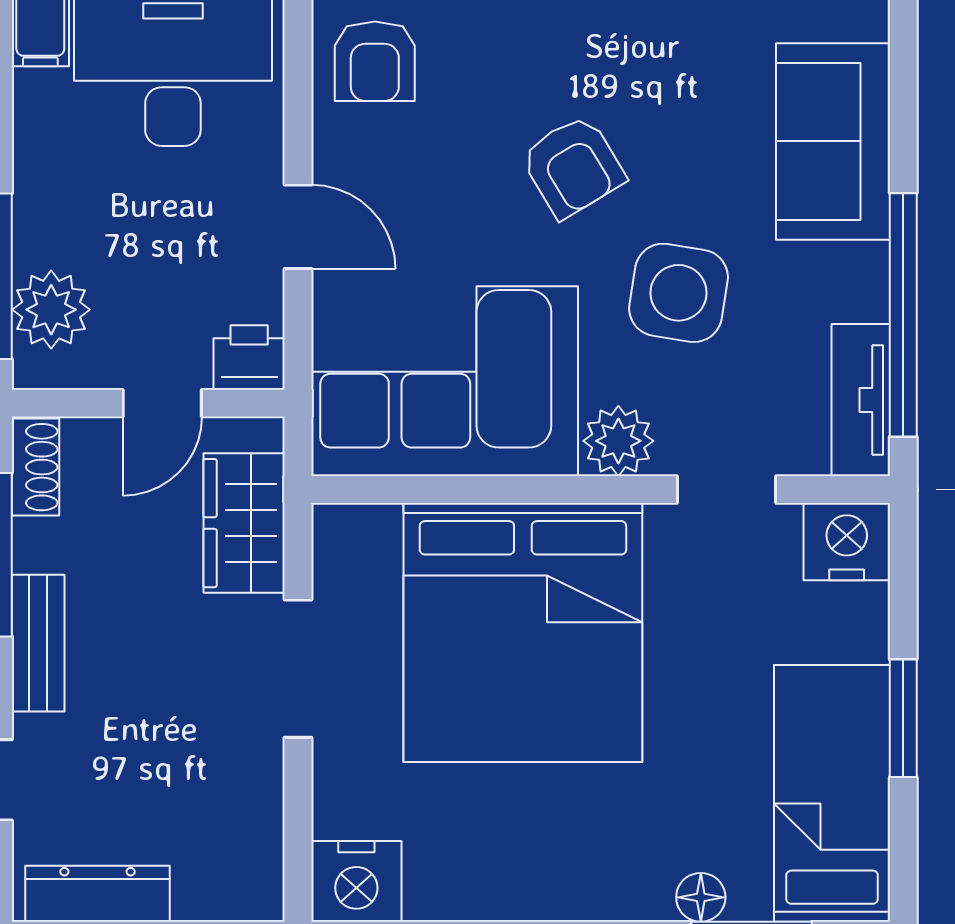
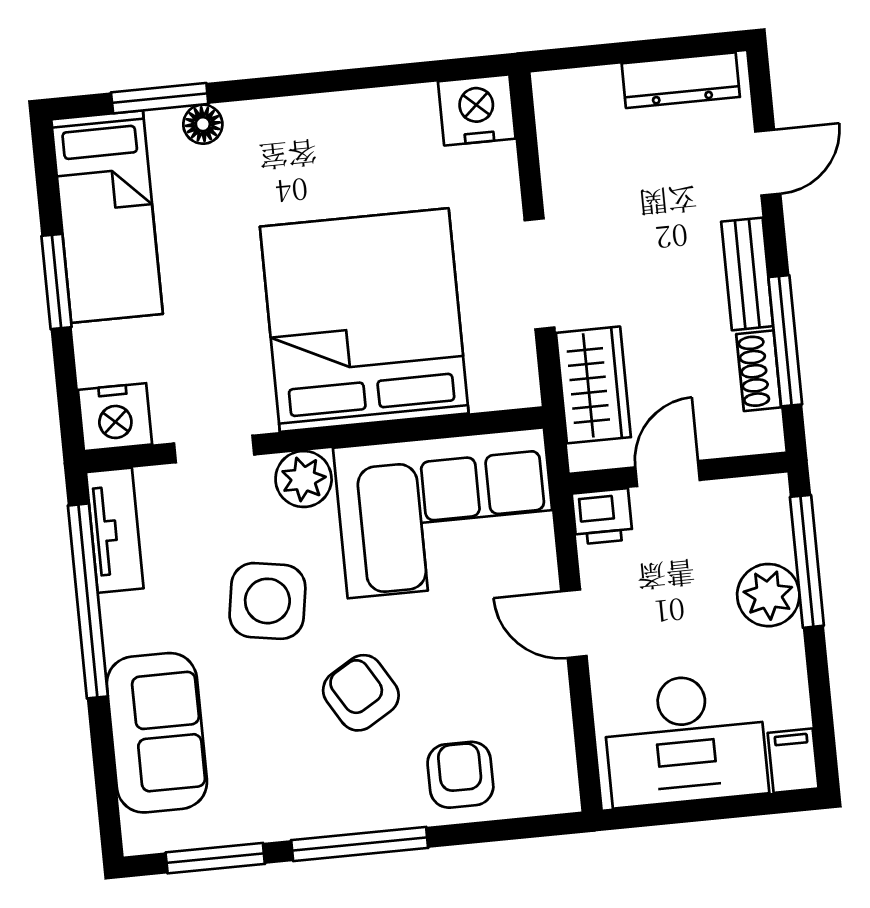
armchair: (375, 61) -> (460, 775), moved
plant: (51, 310) -> (768, 595), moved
shoe rack: (36, 467) -> (759, 371), moved

